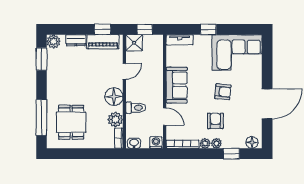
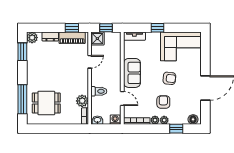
floor lamp: (114, 97) -> (81, 82), removed
dining table: (71, 122) -> (46, 103), turned 90

